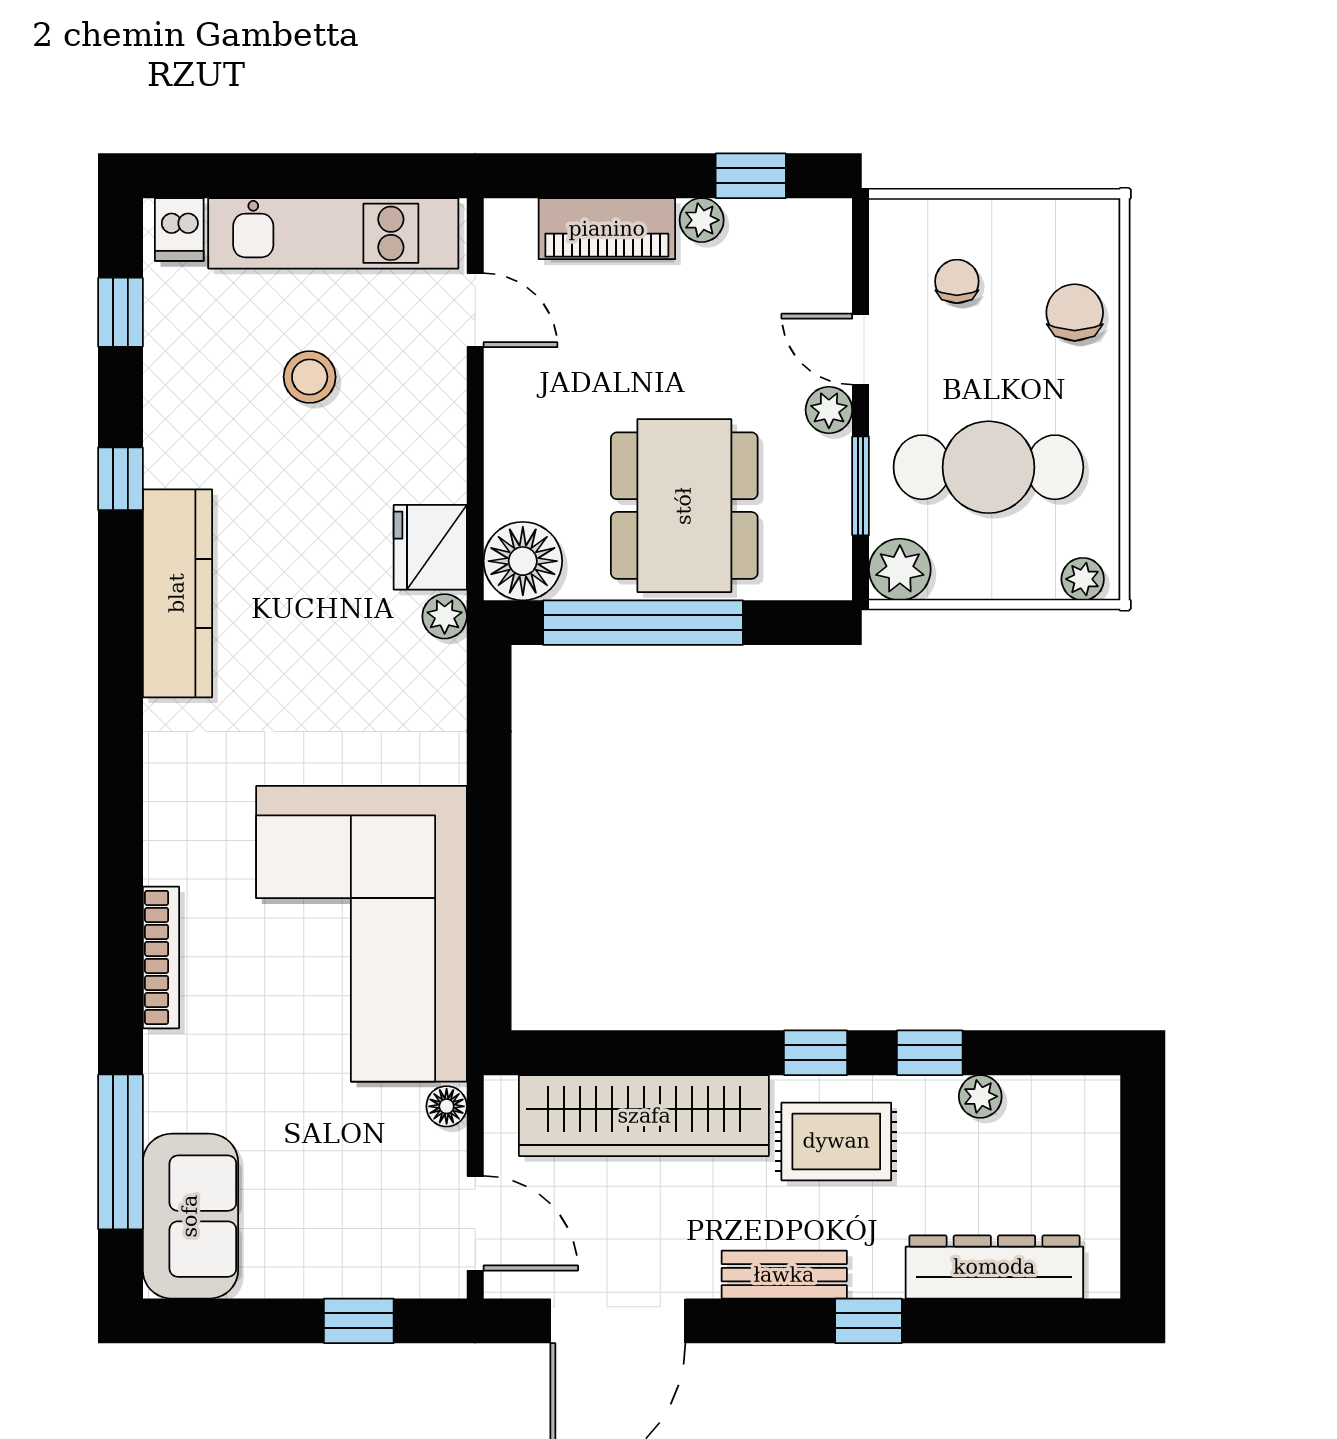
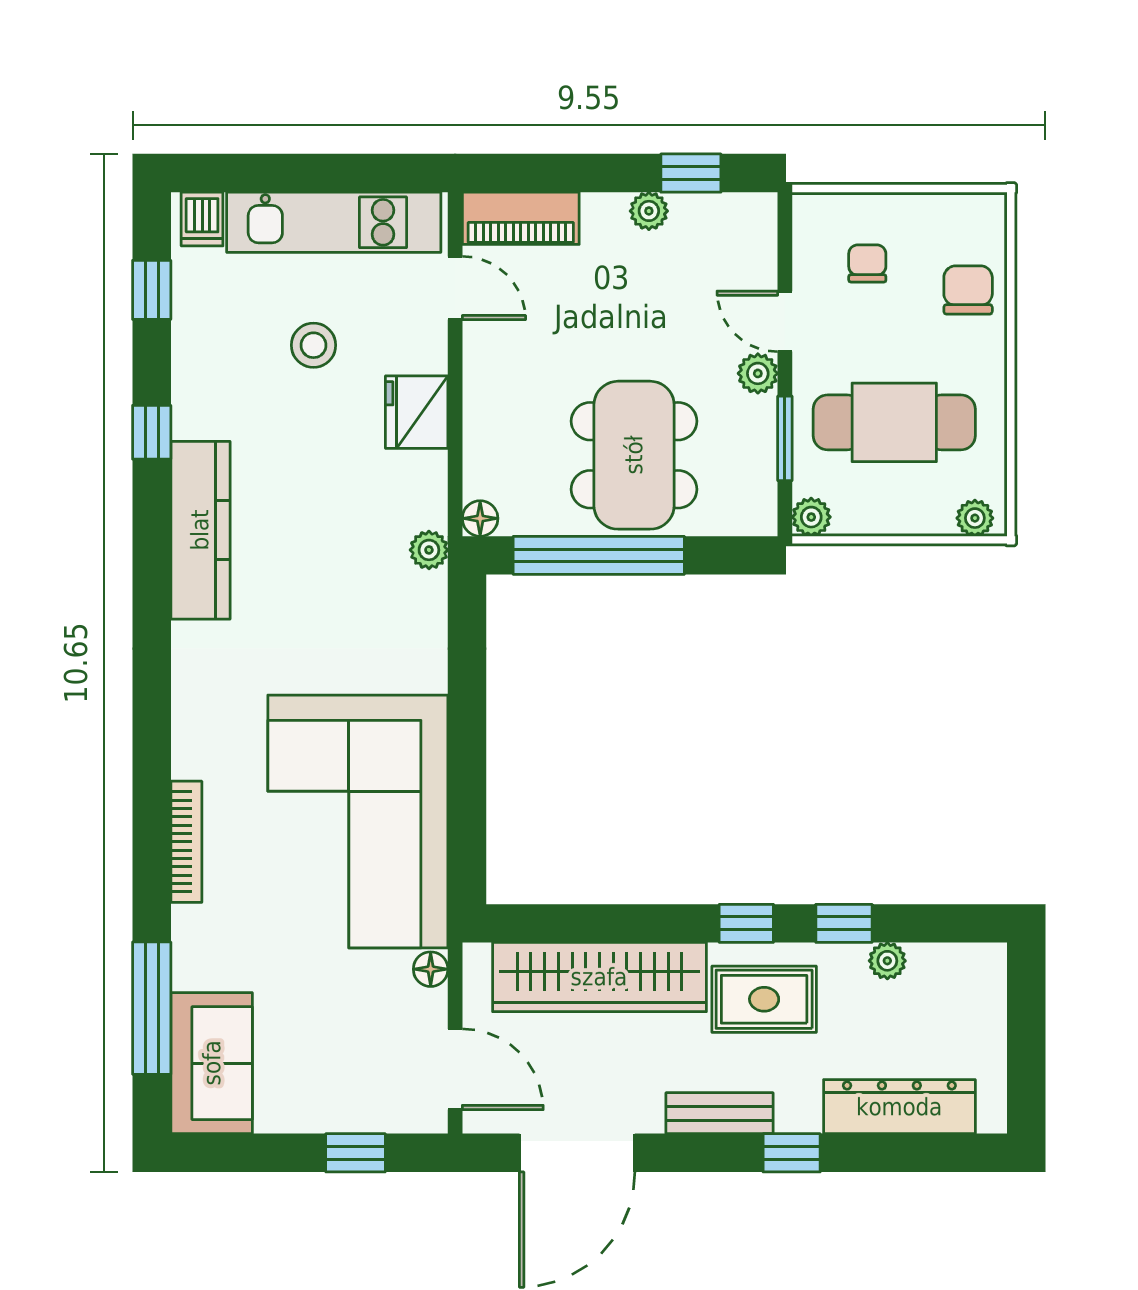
piano: (607, 229) -> (521, 218), moved
fridge: (430, 547) -> (417, 412), moved
floor lamp: (523, 561) -> (480, 518), width x0.53, depth x0.53
plant: (900, 569) -> (811, 517), width x0.73, depth x0.73

